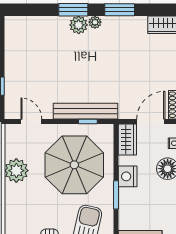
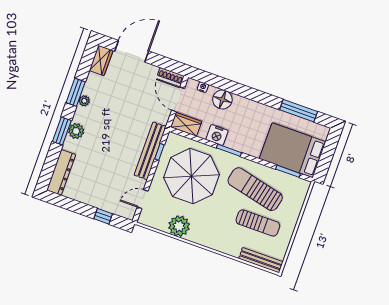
plant: (95, 22) -> (84, 101), moved
dresser: (29, 25) -> (61, 172), added

